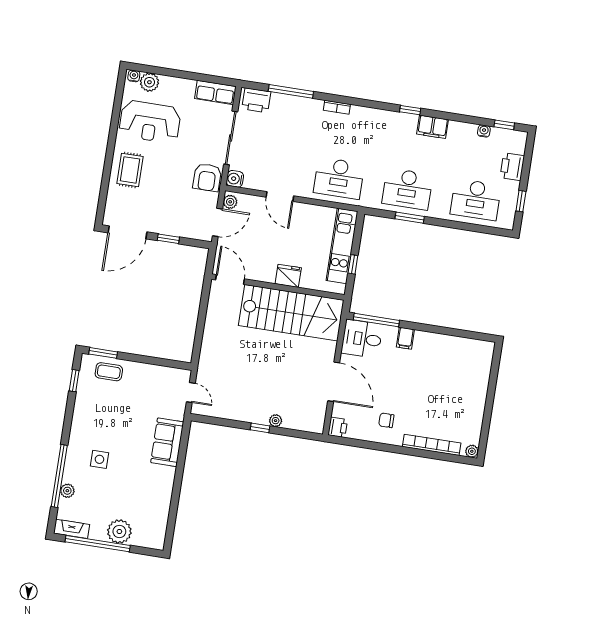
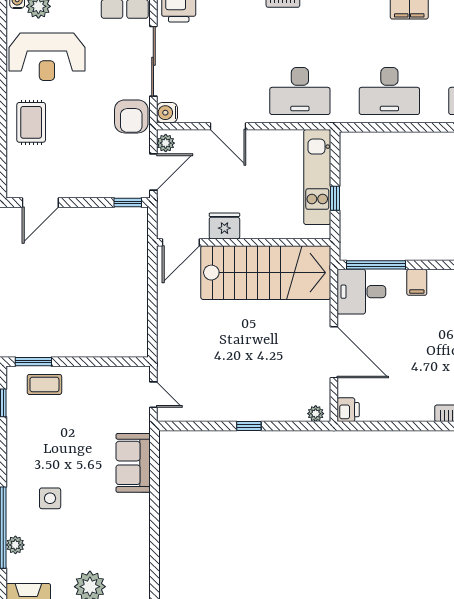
window: (410, 218) -> (398, 127), removed
door: (127, 232) -> (40, 203), width x0.73
window: (168, 239) -> (128, 203), moved
fridge: (288, 276) -> (224, 226), moved
door: (230, 279) -> (181, 242), swing flipped
chair: (386, 420) -> (409, 391), removed
plant: (276, 421) -> (316, 414), moved

